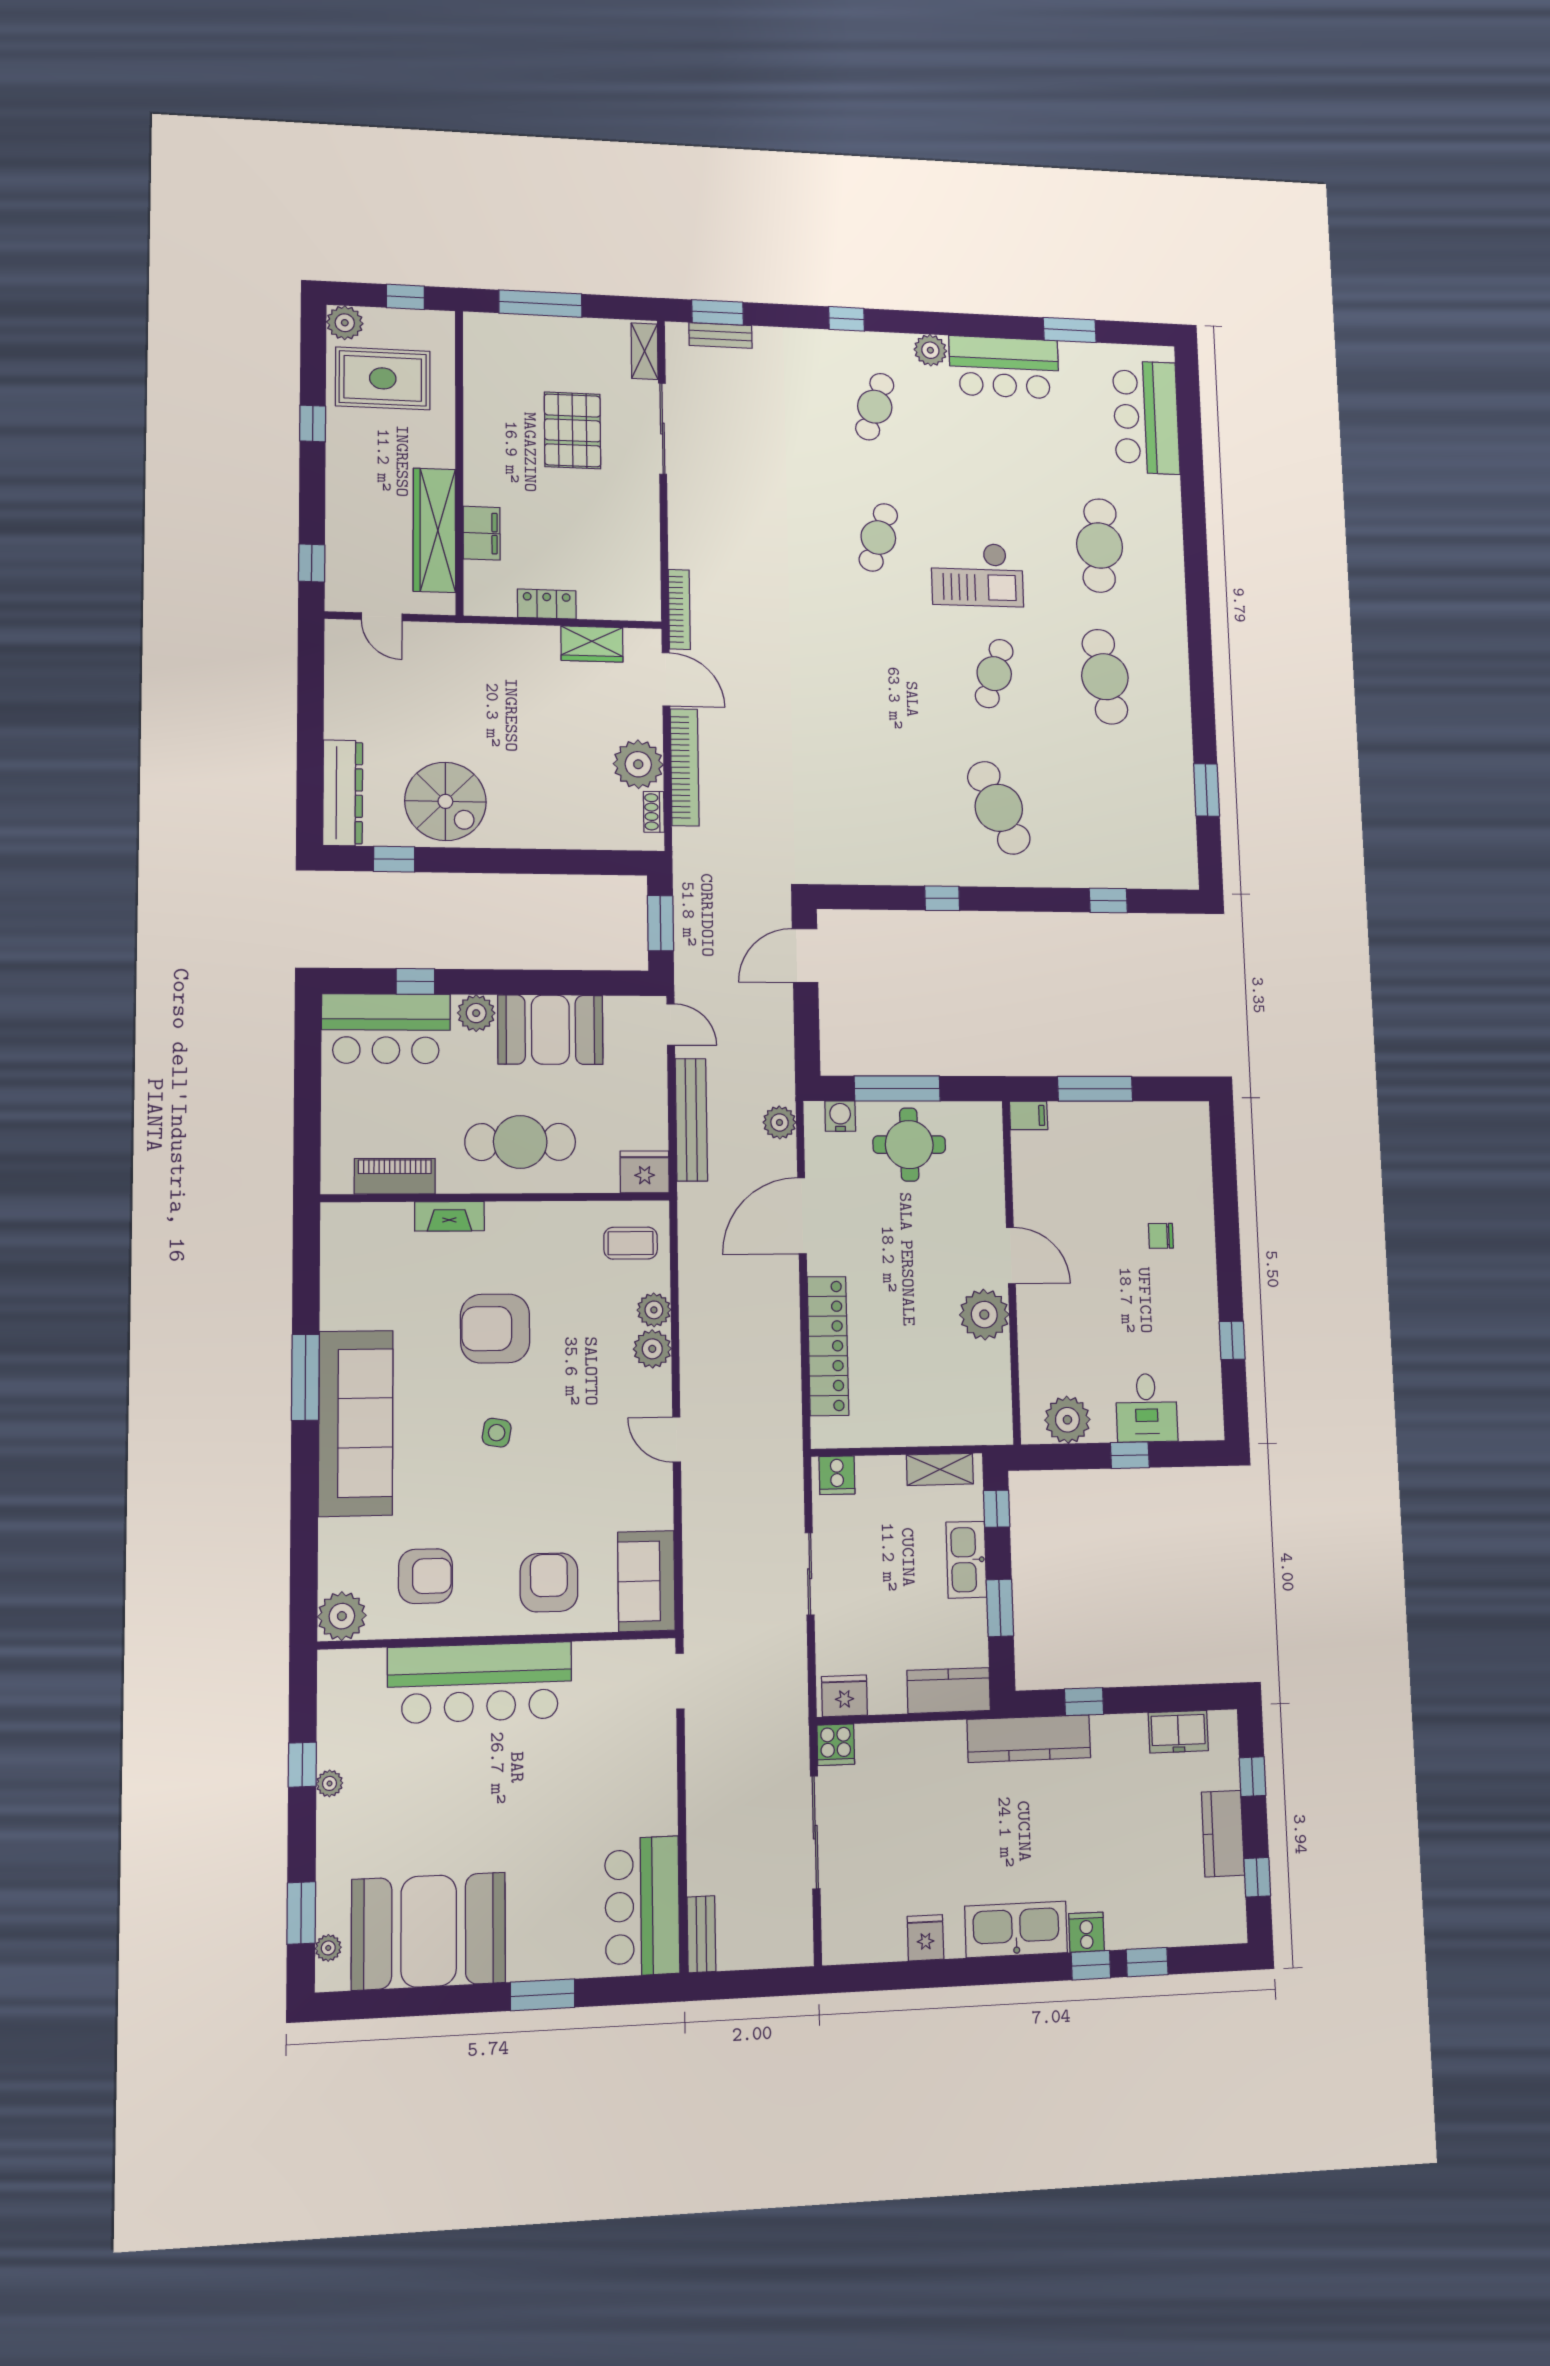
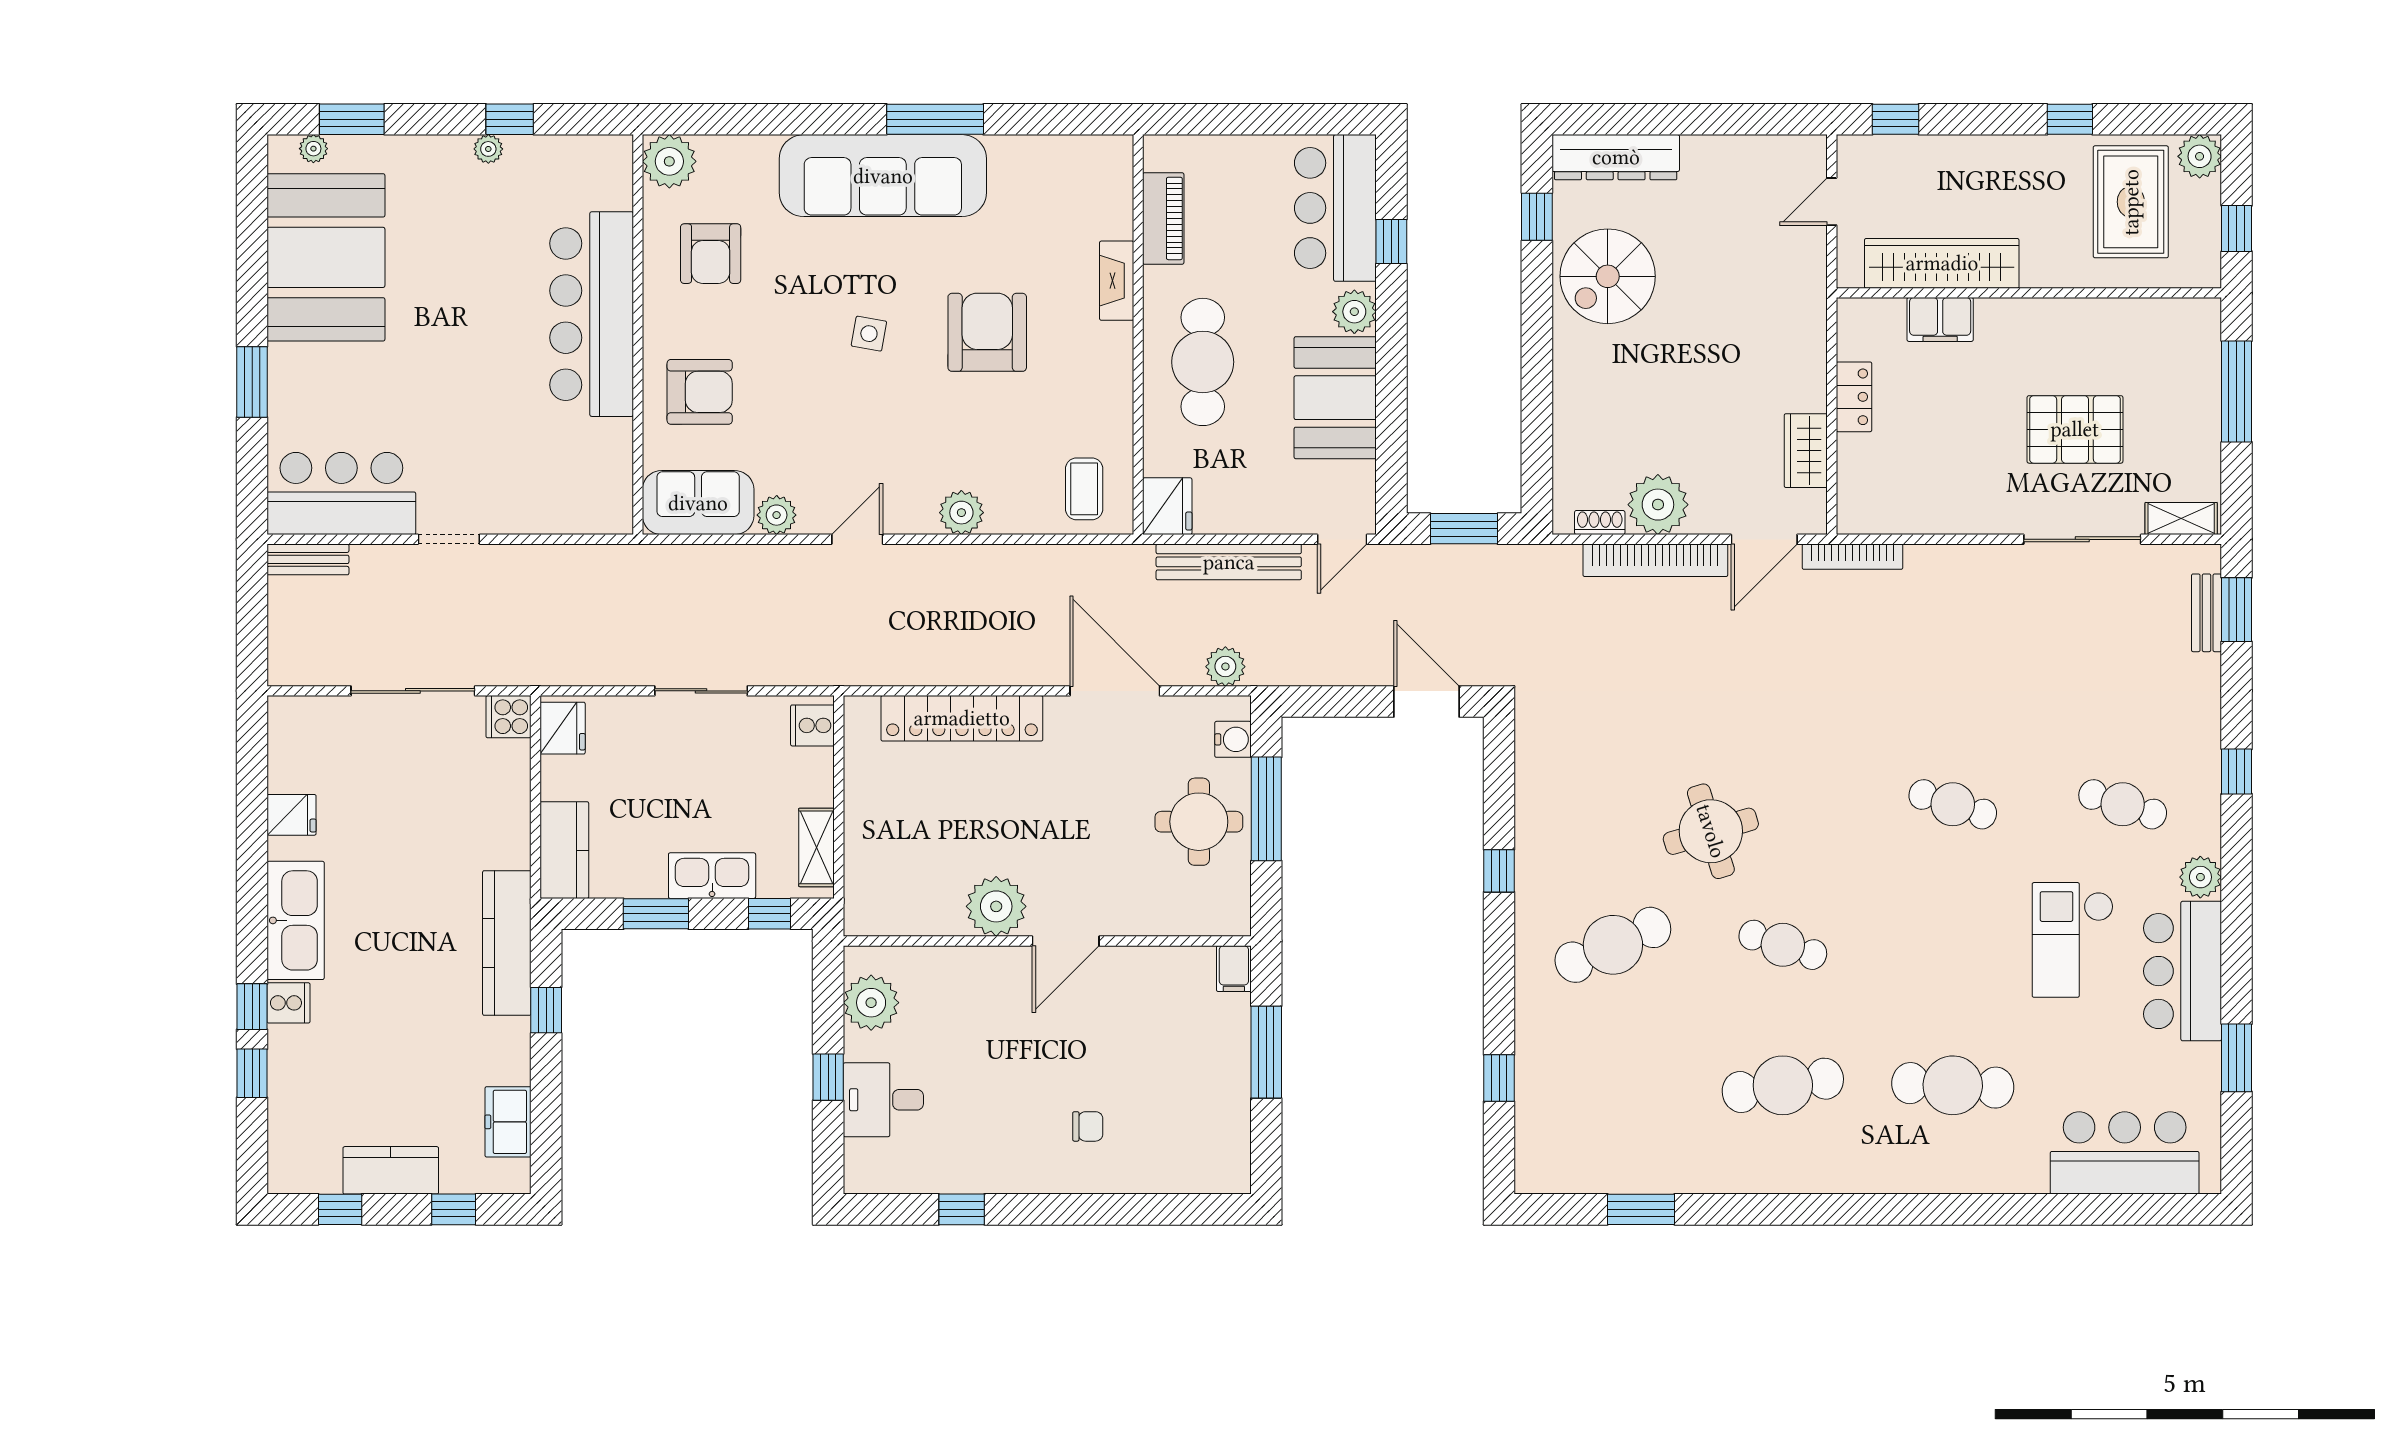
checkout: (977, 574) -> (2073, 940), moved
round table: (905, 728) -> (1711, 831), added
chair: (1161, 1236) -> (1088, 1126), turned 90
plant: (654, 1310) -> (777, 515), moved
doorway: (680, 1681) -> (449, 539), moved

